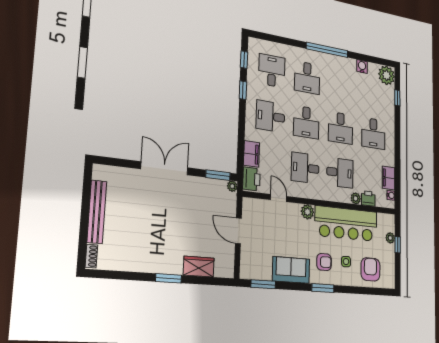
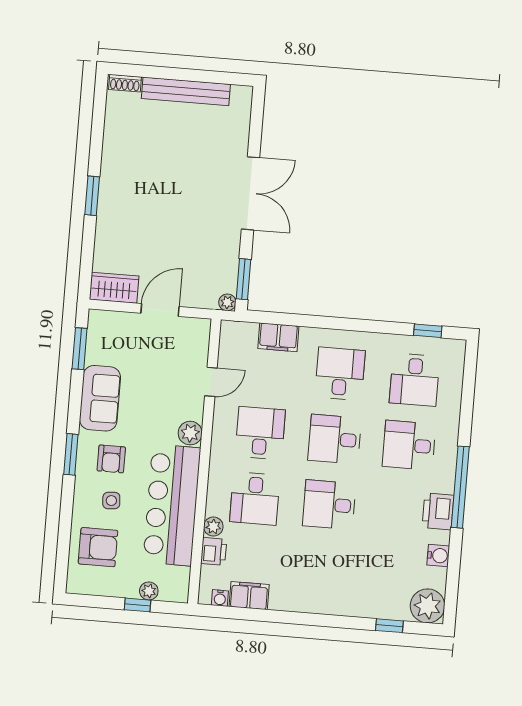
desk: (272, 71) -> (414, 380), turned 90
window: (243, 90) -> (378, 327), removed
desk: (373, 133) -> (324, 570), removed
printer: (251, 179) -> (438, 511), moved, turned 90
wardrobe: (199, 267) -> (114, 288), moved, turned -90

